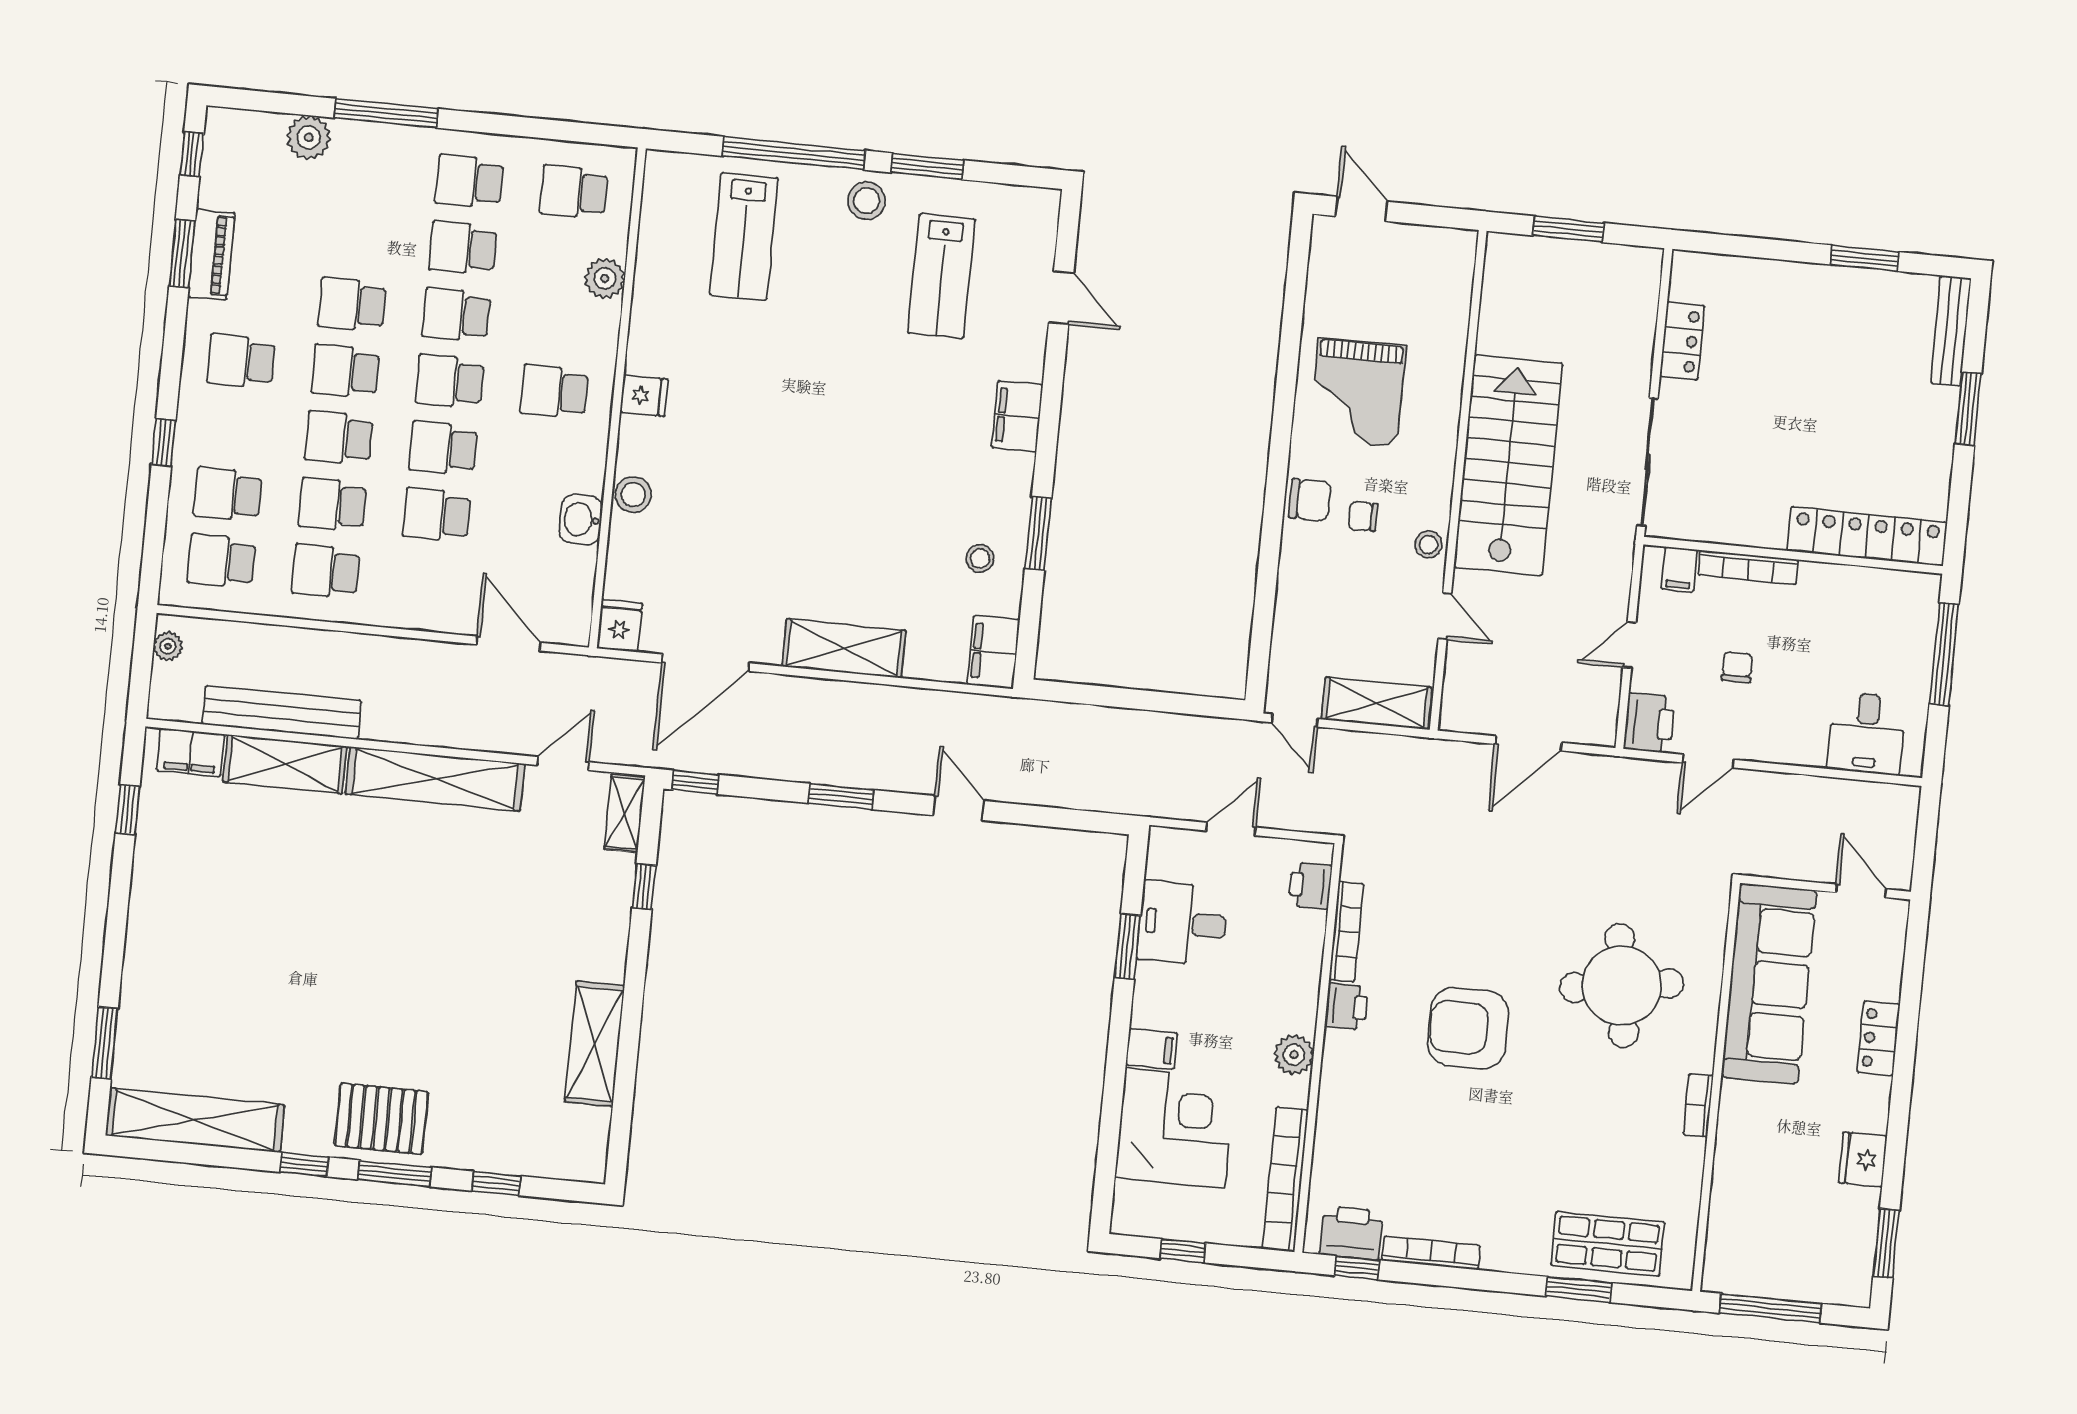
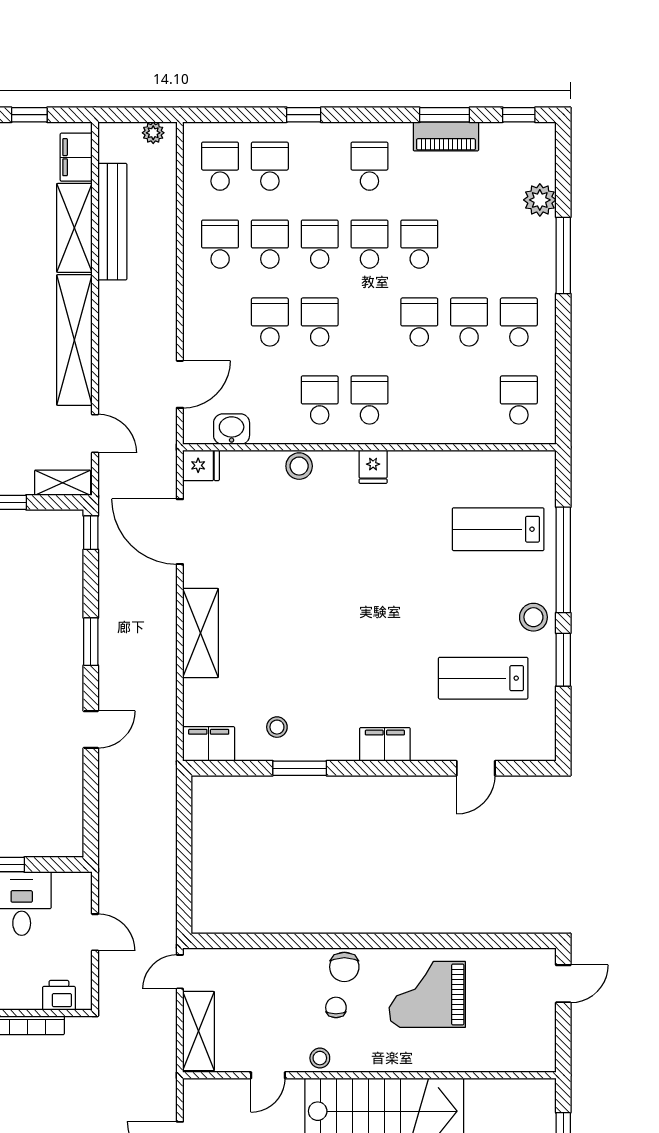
plant: (605, 278) -> (457, 429), removed
school desk: (450, 381) -> (320, 400), moved
washbasin: (581, 520) -> (232, 429), moved

